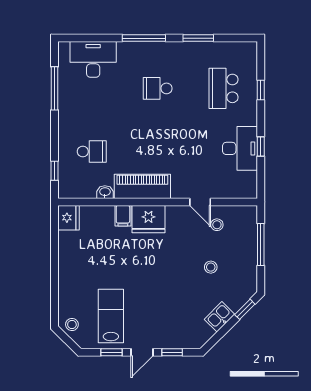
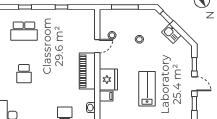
desk: (240, 148) -> (63, 20), removed
piano: (142, 186) -> (87, 71), moved
lab bench: (111, 316) -> (147, 89), moved, turned 90

